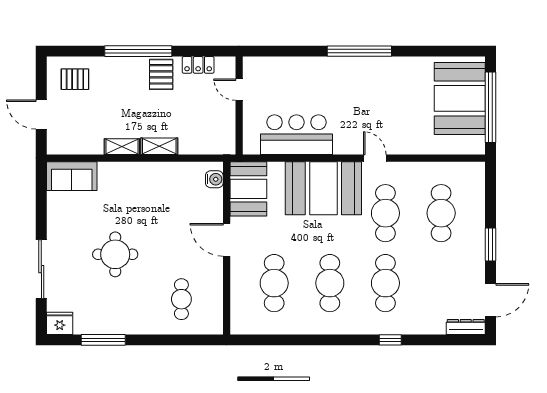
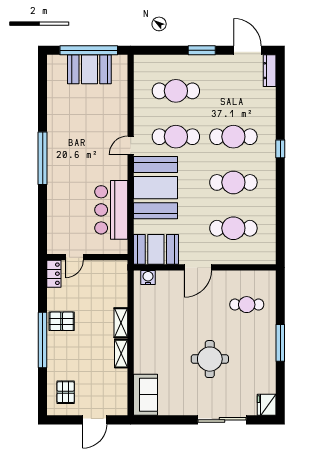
locker: (198, 65) -> (54, 274), moved
booth: (460, 98) -> (89, 69), width x0.73, depth x0.70
window: (103, 340) -> (280, 343), moved
window: (390, 340) -> (280, 149), moved

